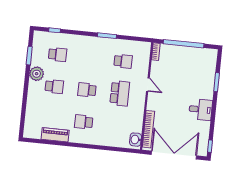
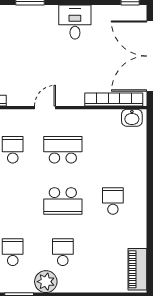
school desk: (87, 90) -> (63, 201), width x1.85
school desk: (84, 122) -> (113, 201), turned 180
piano: (55, 135) -> (137, 269), moved

